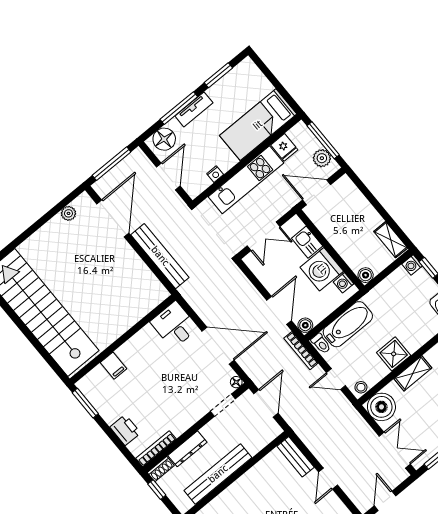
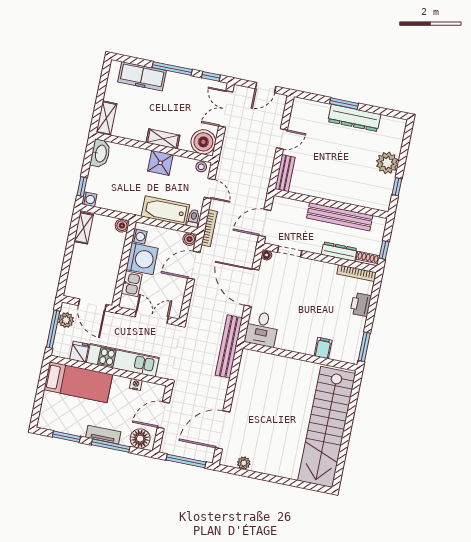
bench: (160, 256) -> (229, 346), moved

